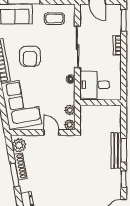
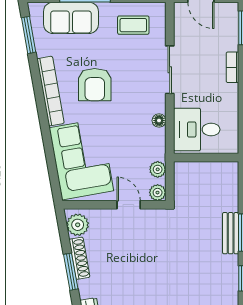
sliding door: (77, 47) -> (170, 70), width x0.73
bench: (116, 151) -> (231, 233), width x0.73

